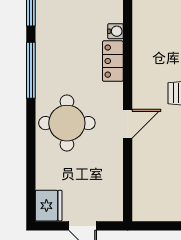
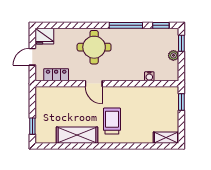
locker: (113, 61) -> (56, 75), moved

